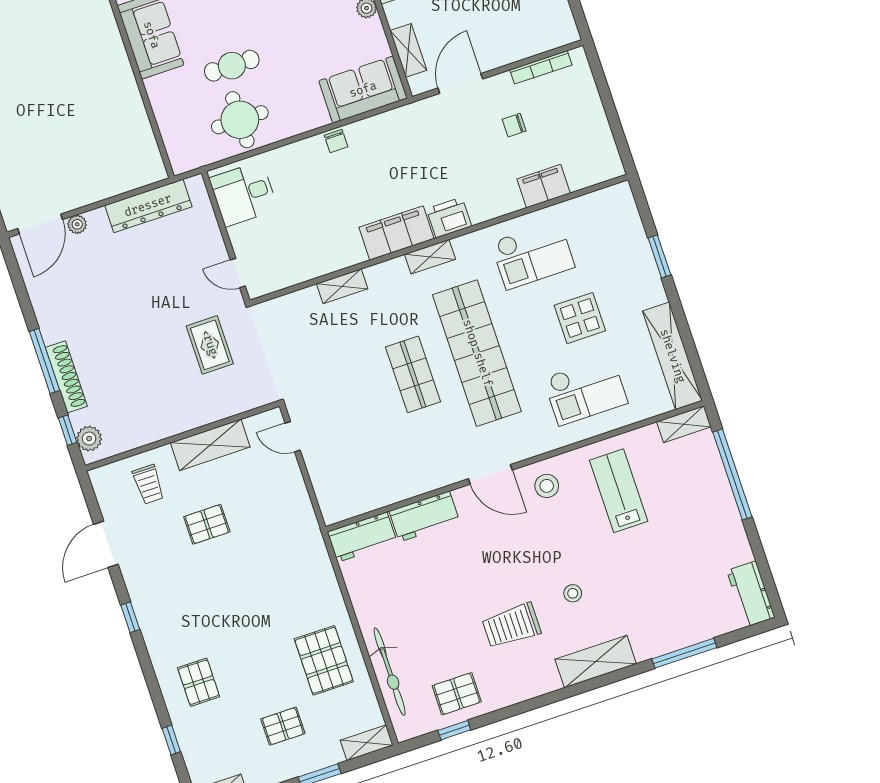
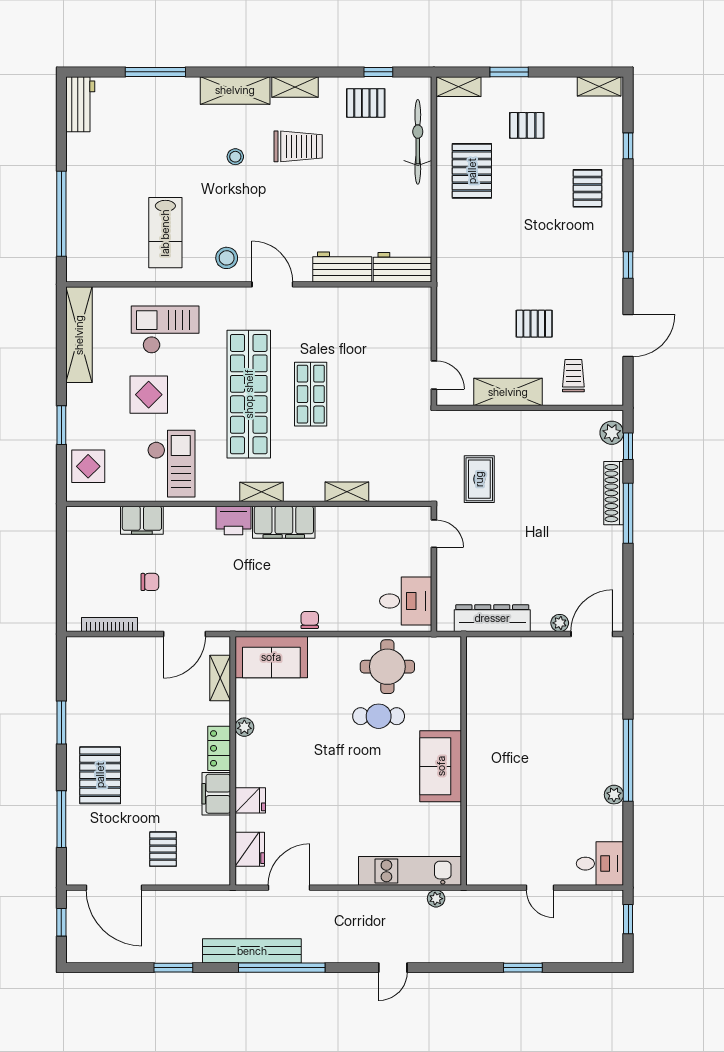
display table: (618, 223) -> (88, 466), added
checkout: (533, 255) -> (171, 464), turned 90
shelving: (684, 424) -> (295, 87), moved

